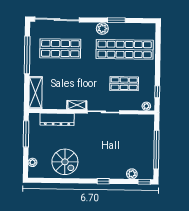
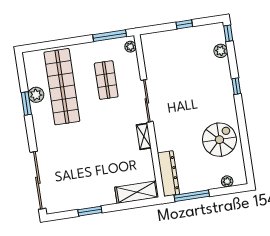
plant: (102, 29) -> (36, 95), moved
shop shelf: (60, 49) -> (74, 170), removed
window: (27, 55) -> (90, 211), width x0.47
window: (157, 92) -> (110, 36), width x2.17
dresser: (57, 119) -> (169, 174), moved
window: (156, 150) -> (184, 24), width x0.32

